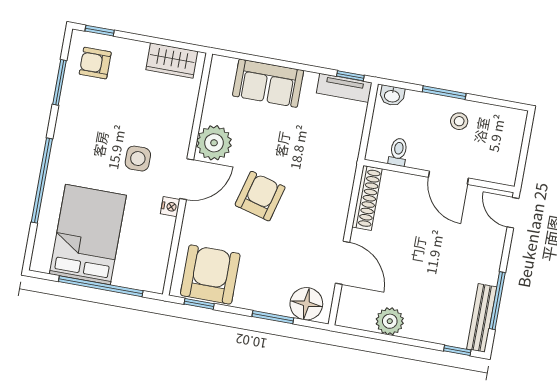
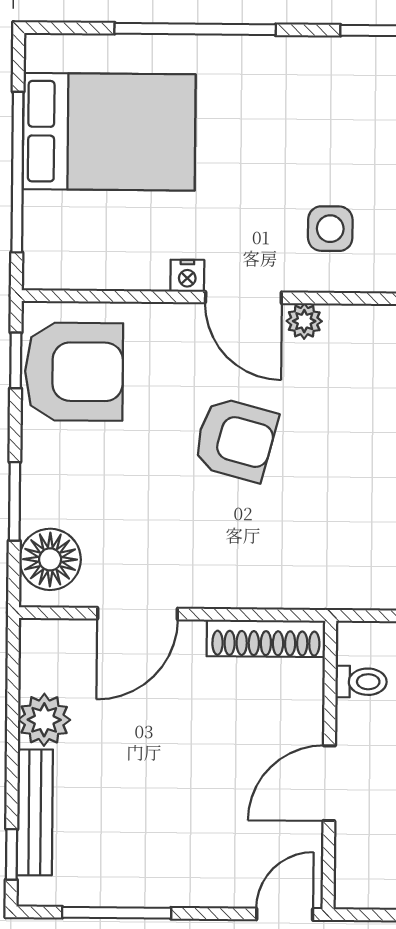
plant: (214, 143) -> (304, 321), width x0.53, depth x0.53
side table: (138, 159) -> (330, 229), moved
bench: (482, 318) -> (35, 812), moved, turned 90

